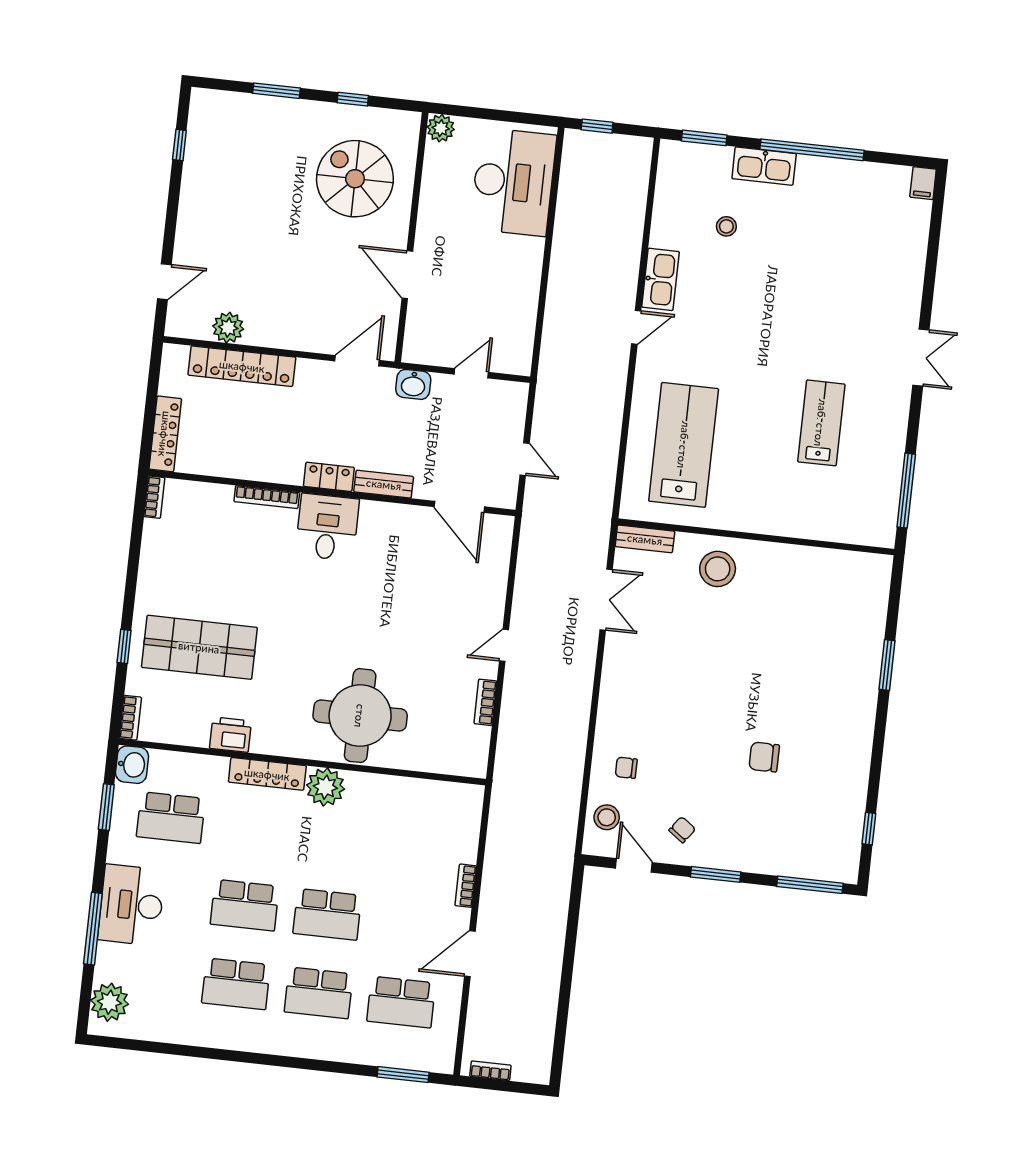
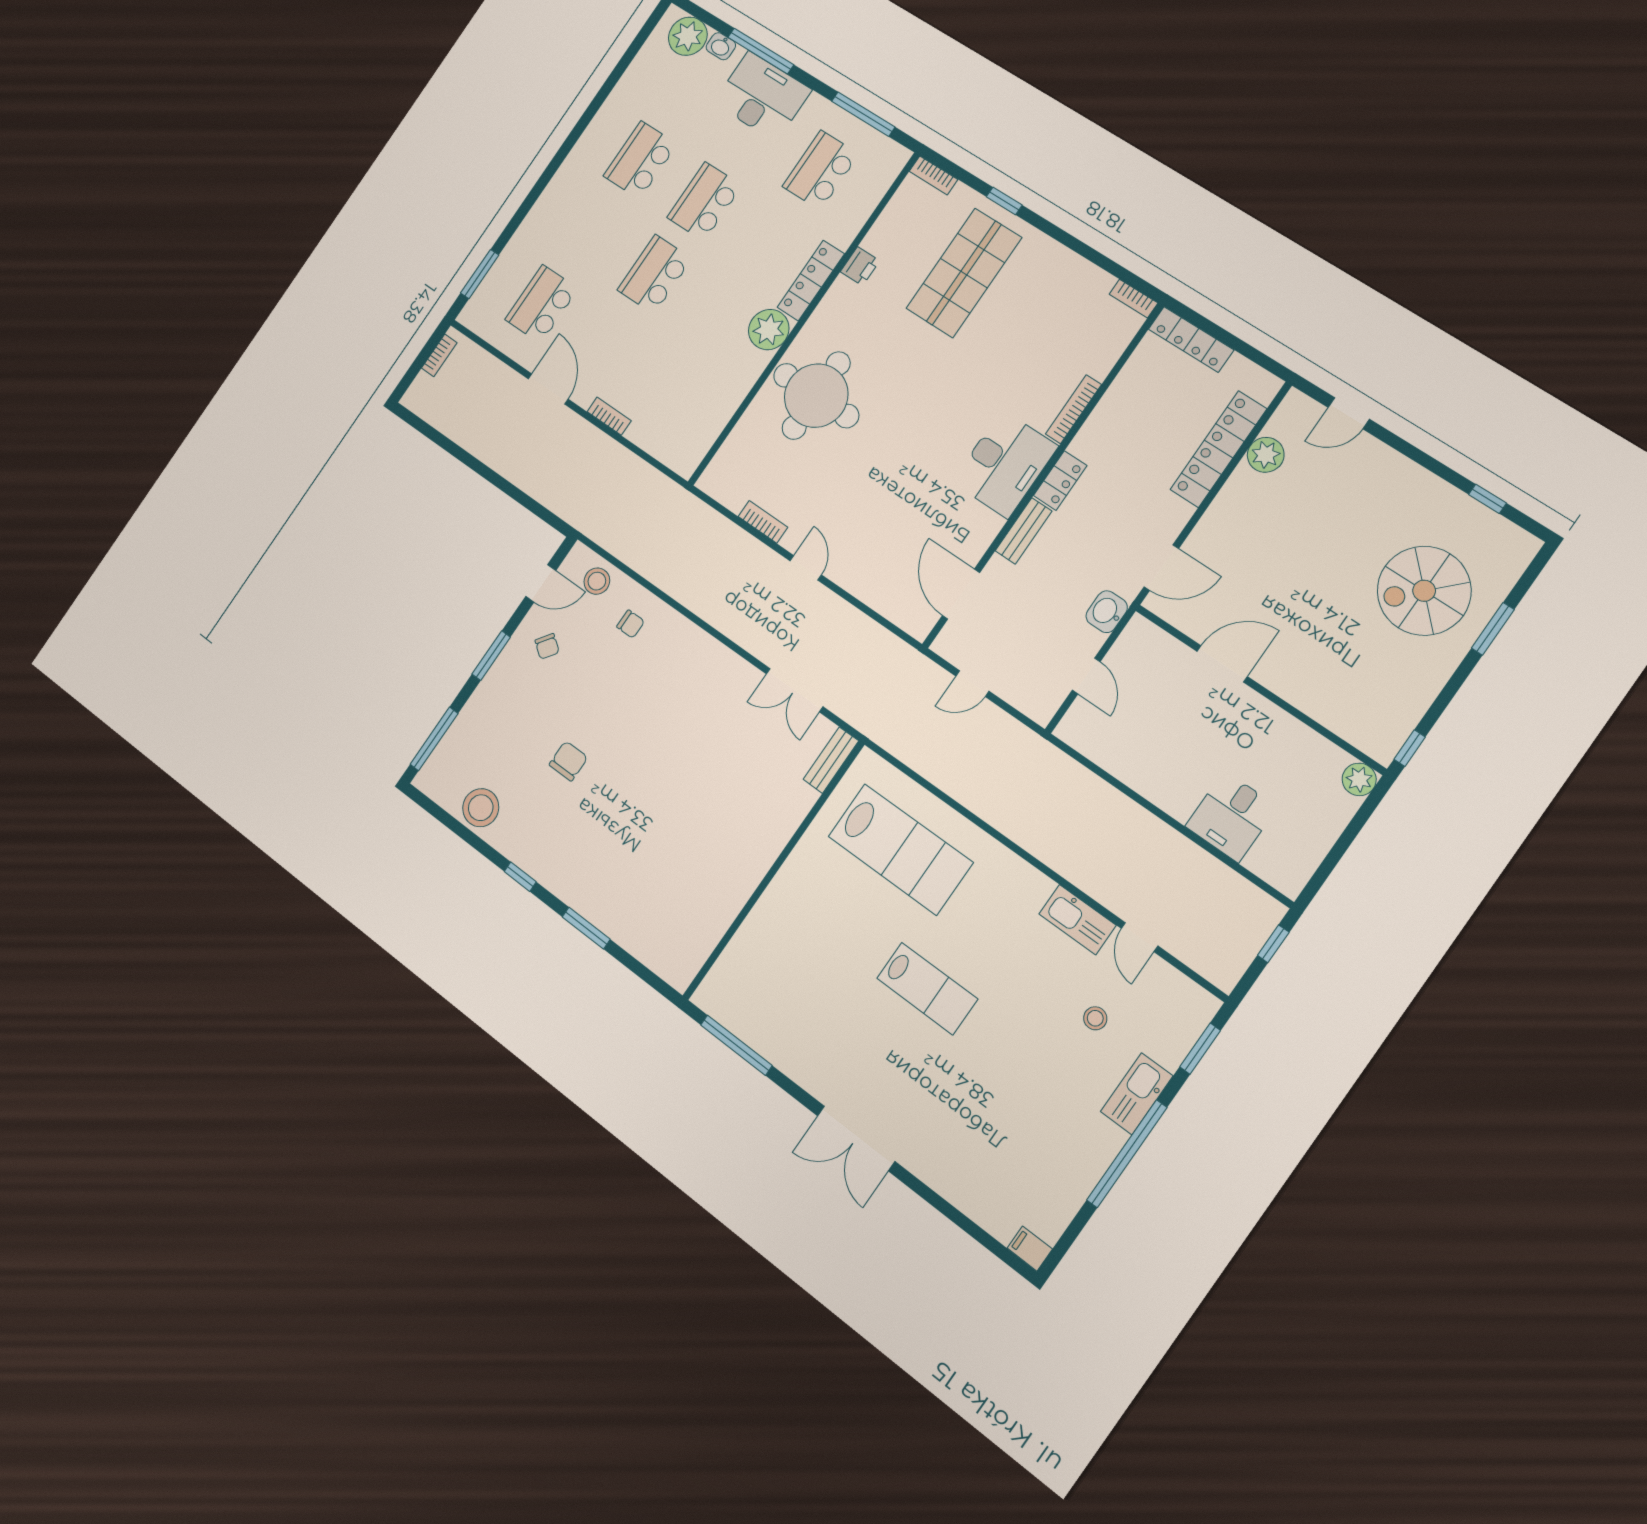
window: (353, 99) -> (1410, 748), moved
spiral stairs: (355, 179) -> (1424, 591), moved, turned 180
desk: (513, 182) -> (1231, 817), width x0.53, depth x0.77
door: (164, 282) -> (1349, 413), hinge flipped
door: (636, 327) -> (1140, 937), moved
double door: (921, 358) -> (856, 1138), width x1.37
door: (357, 361) -> (1161, 568), hinge flipped
lab bench: (821, 423) -> (927, 989), moved
door: (459, 507) -> (961, 594), hinge flipped
desk: (327, 527) -> (1005, 464), width x1.37
stool: (718, 569) -> (481, 808), moved
printer: (230, 735) -> (860, 266), width x0.73, depth x0.81
washbasin: (132, 765) -> (721, 46), moved, width x0.72, depth x0.69
chair: (626, 768) -> (631, 624), turned 90
window: (106, 807) -> (863, 114), width x1.44
window: (869, 829) -> (520, 877), moved
school desk: (319, 993) -> (591, 232), removed

